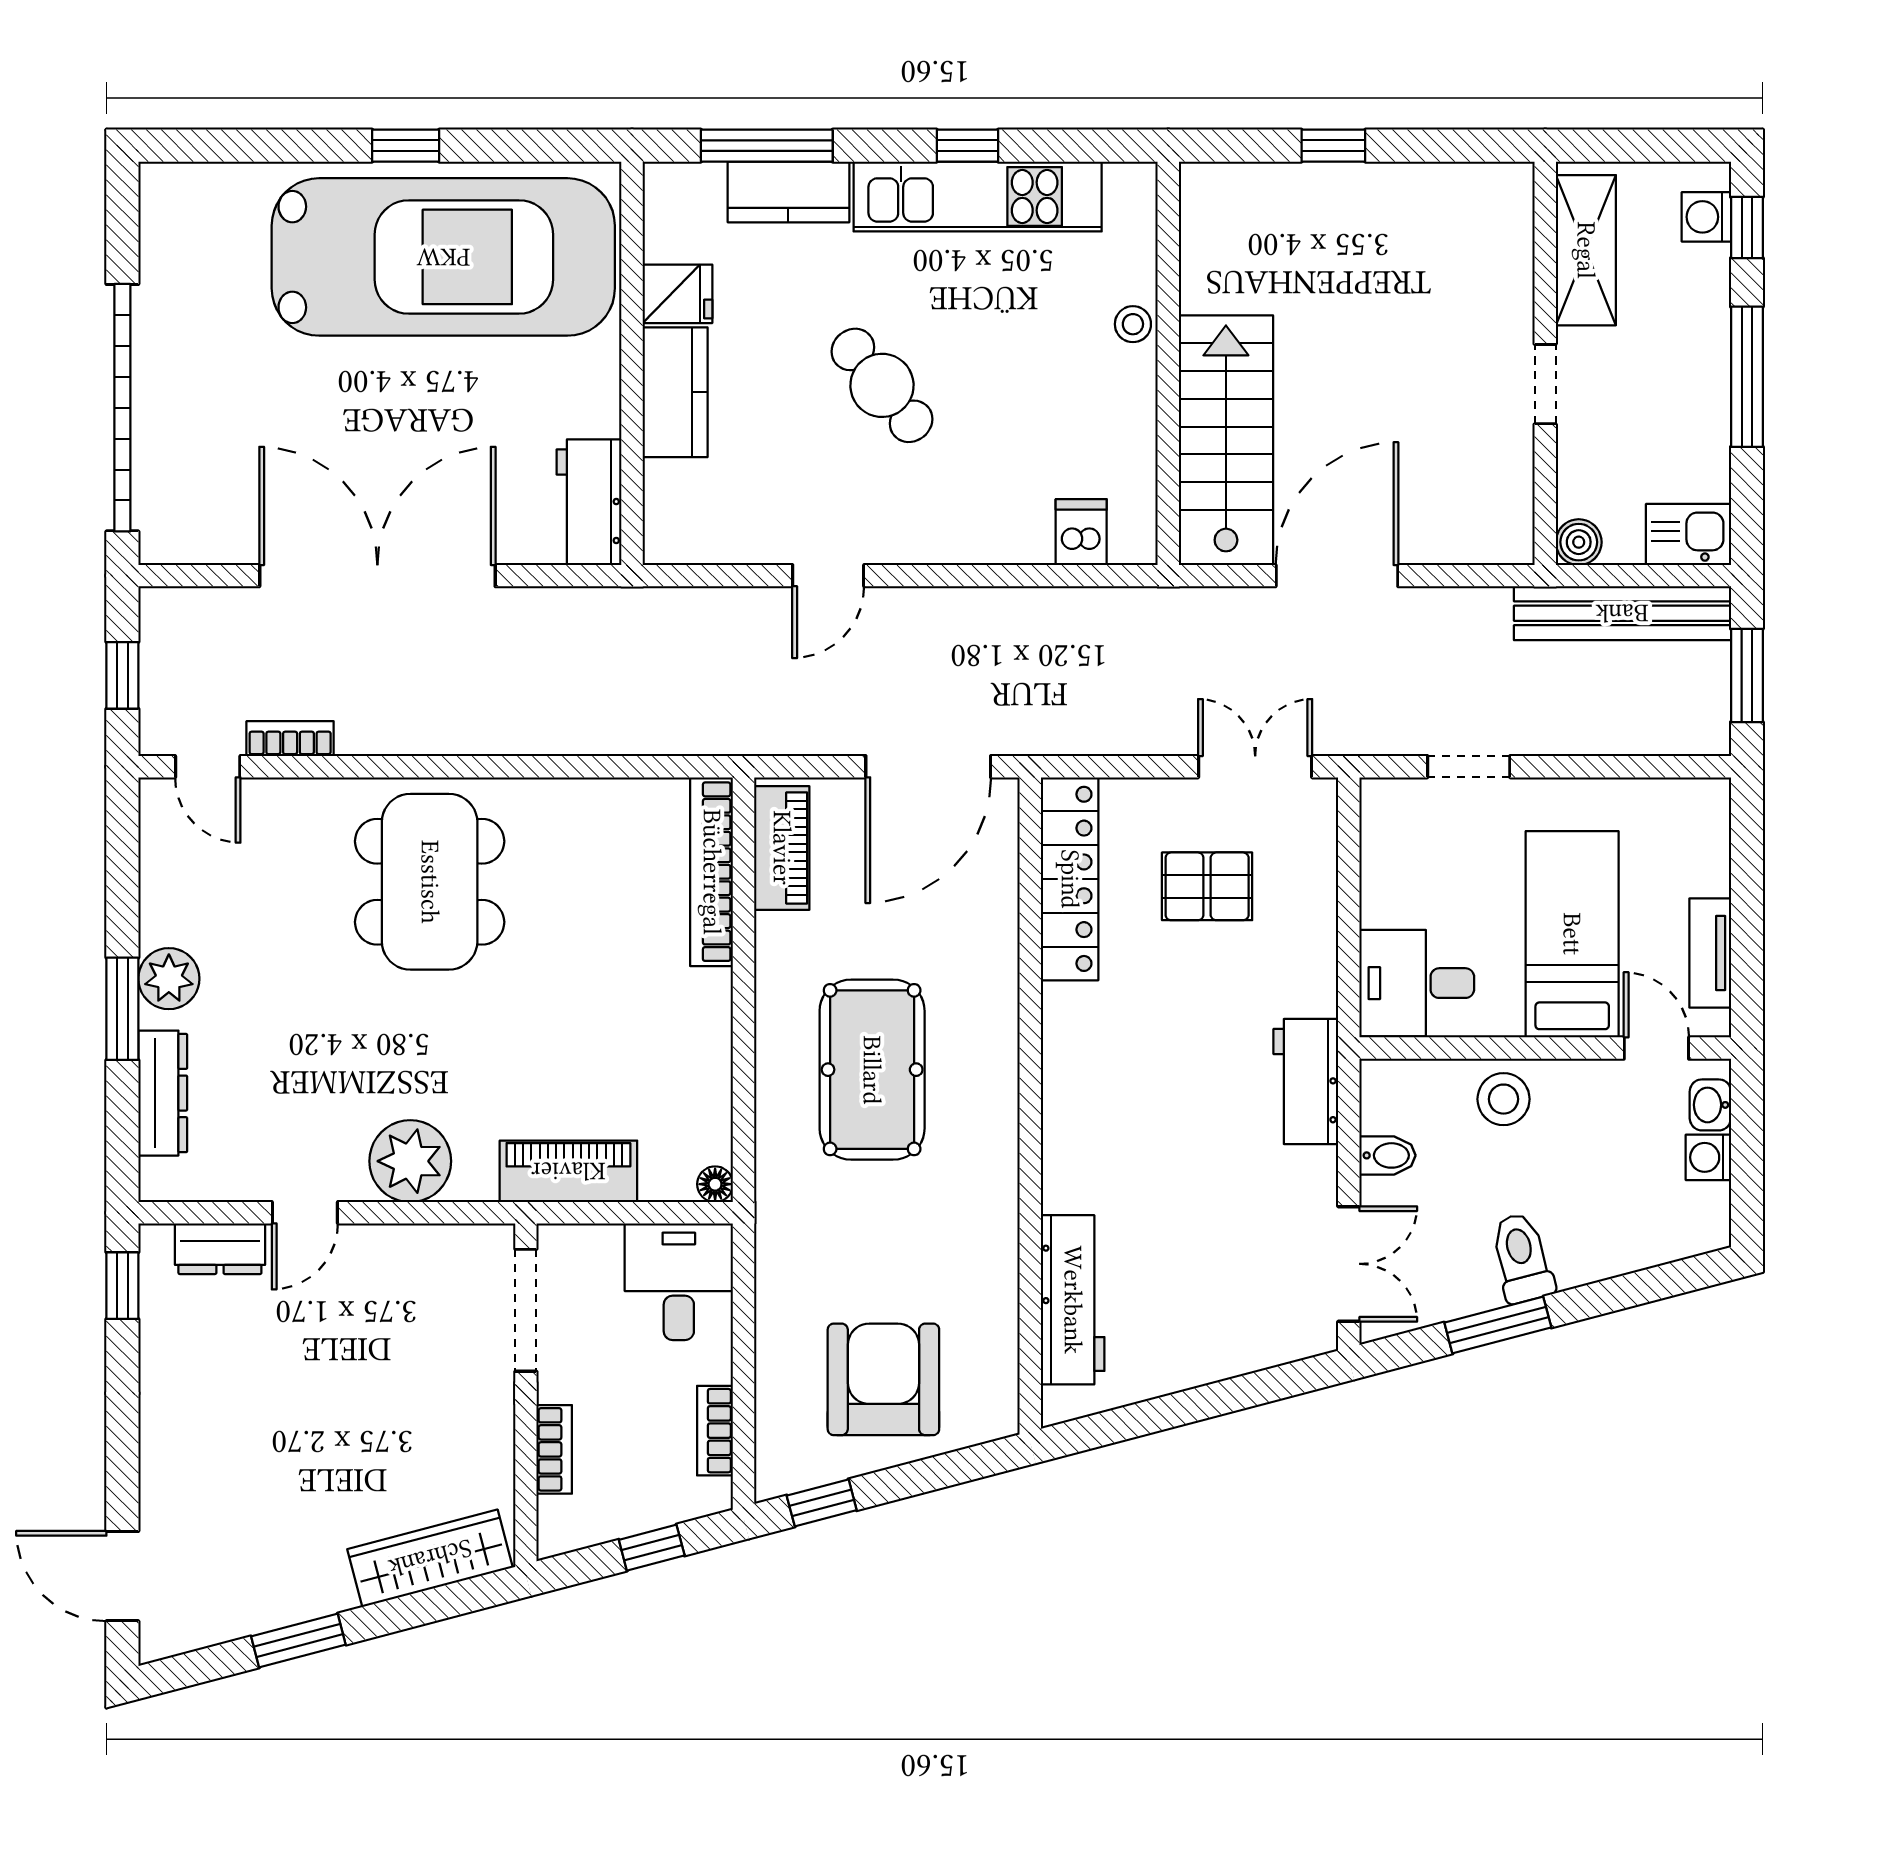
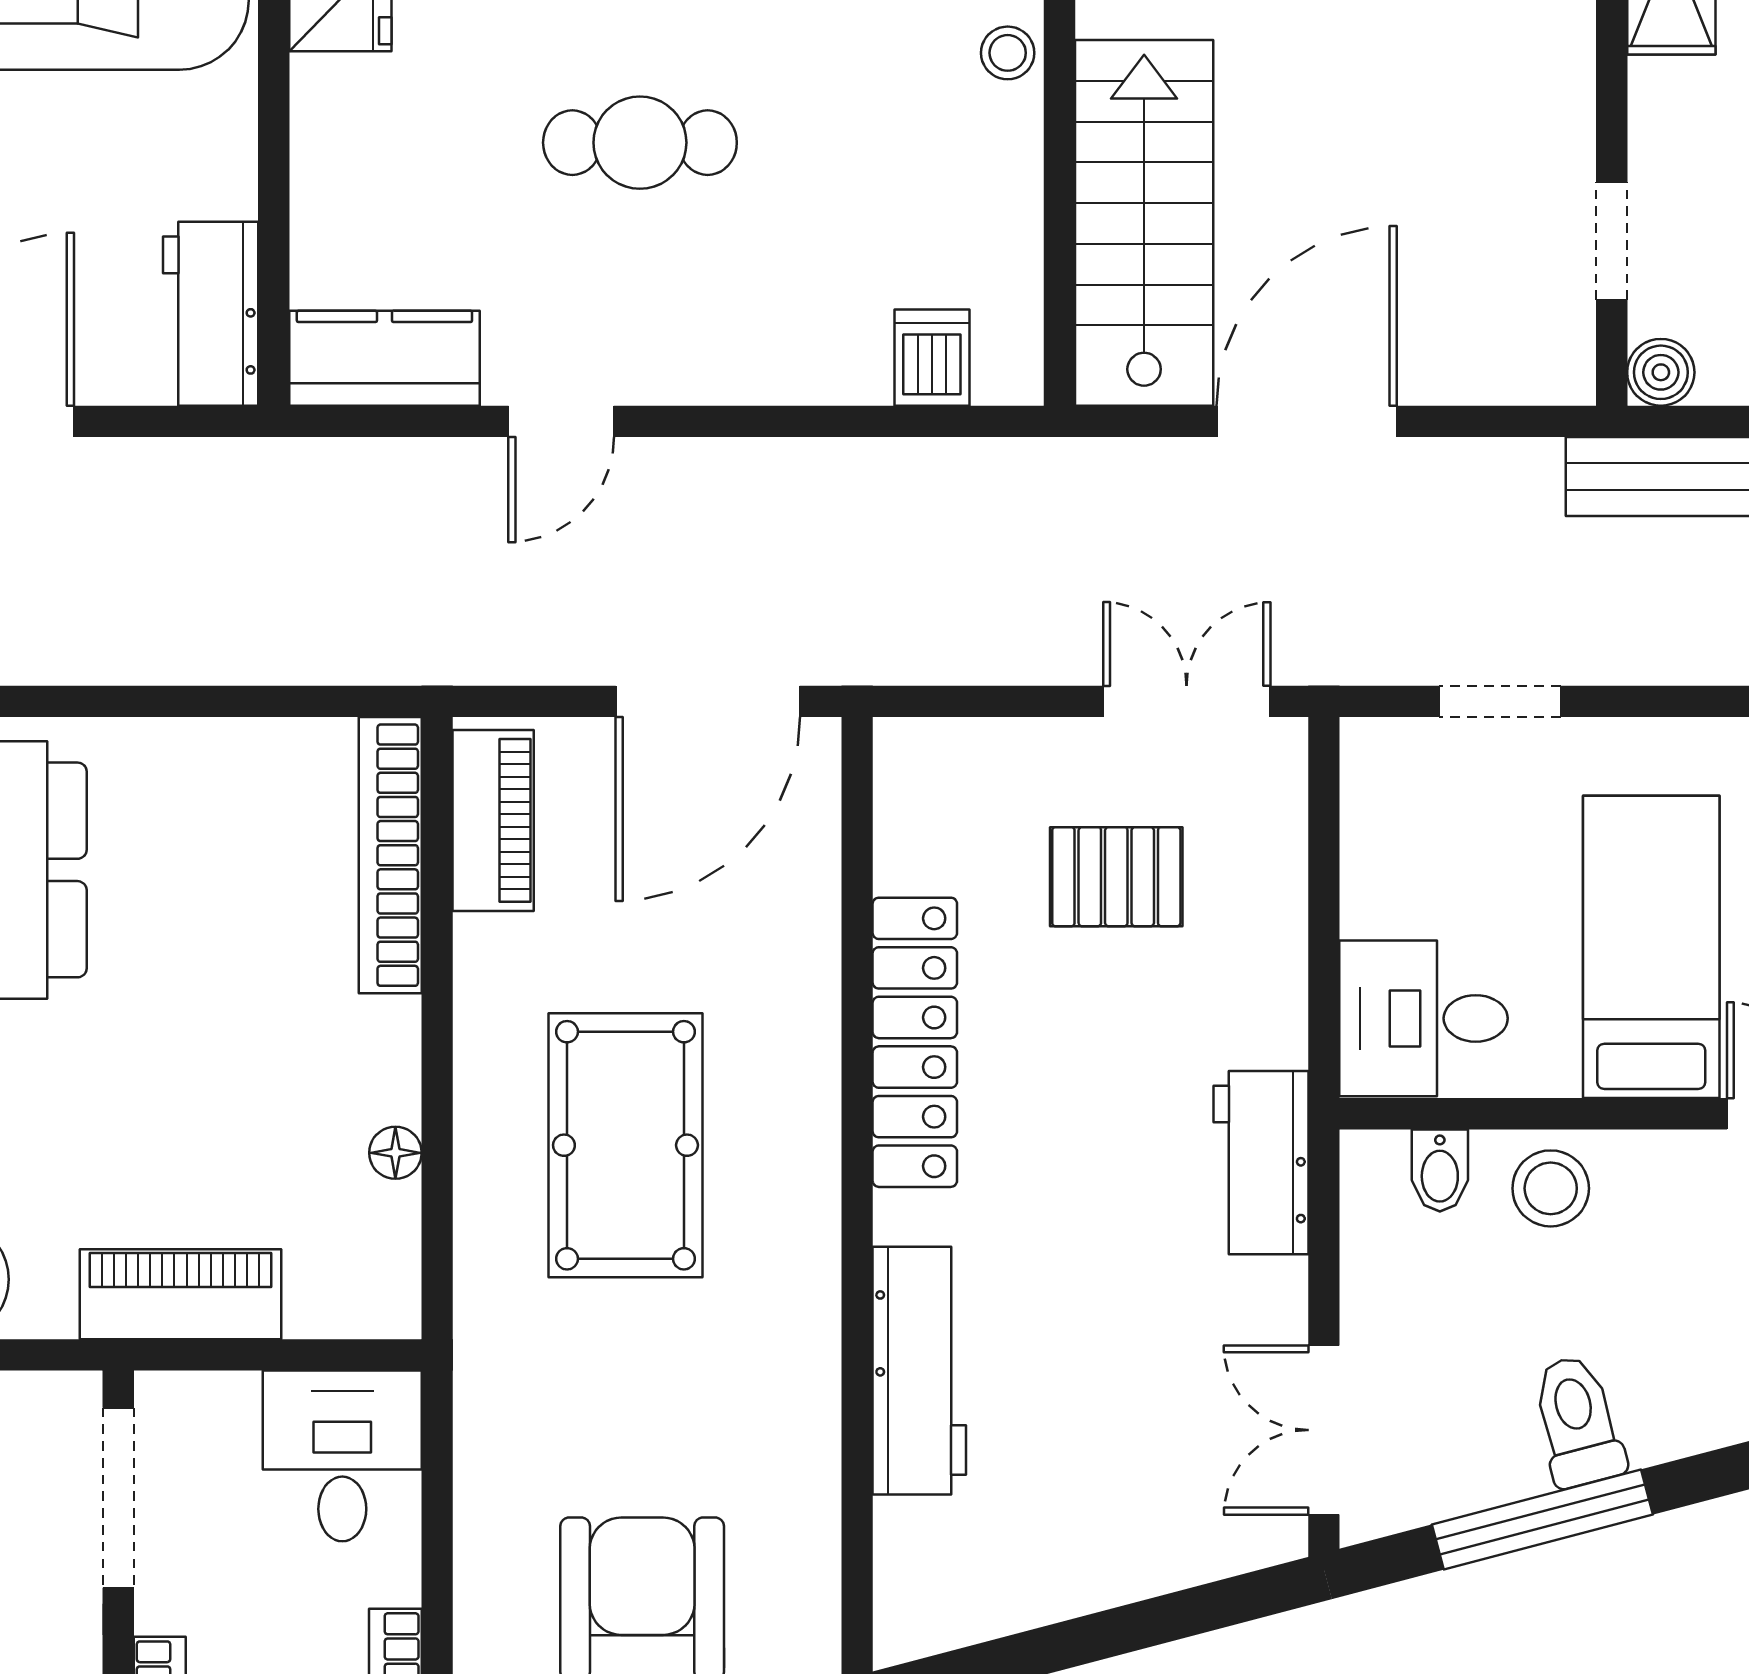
doorway: (1545, 384) -> (1612, 241), moved
cafe table: (882, 385) -> (640, 143), turned -51
kitchen counter: (675, 392) -> (384, 358), moved, turned -90
locker: (1070, 879) -> (915, 1042), moved
bidet: (1387, 1155) -> (1440, 1170), moved, turned 90
floor lamp: (715, 1184) -> (395, 1153), moved
double door: (1349, 1264) -> (1324, 1430), swing flipped
workbench: (1073, 1300) -> (919, 1371), moved
window: (1498, 1325) -> (1542, 1520), width x1.44

